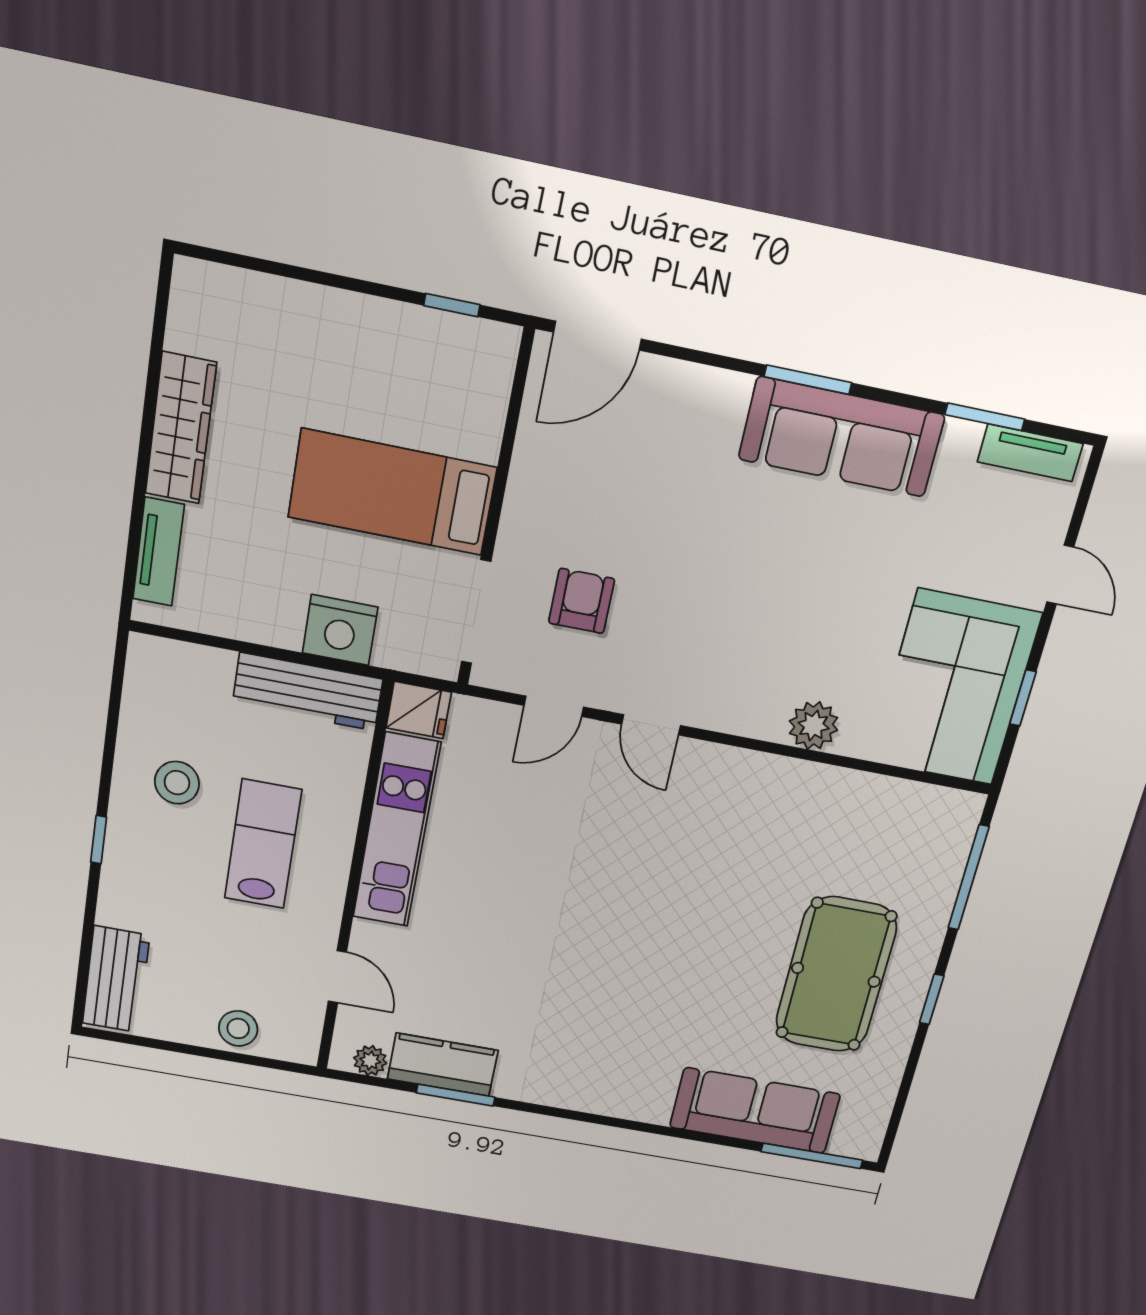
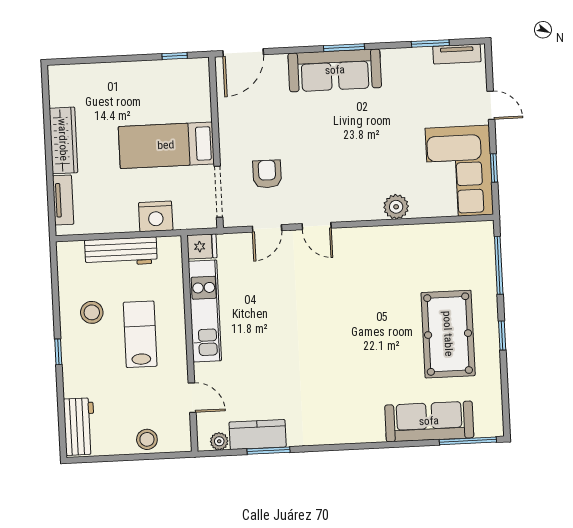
sofa: (841, 437) -> (335, 70), moved
workbench: (308, 692) -> (121, 252), moved

